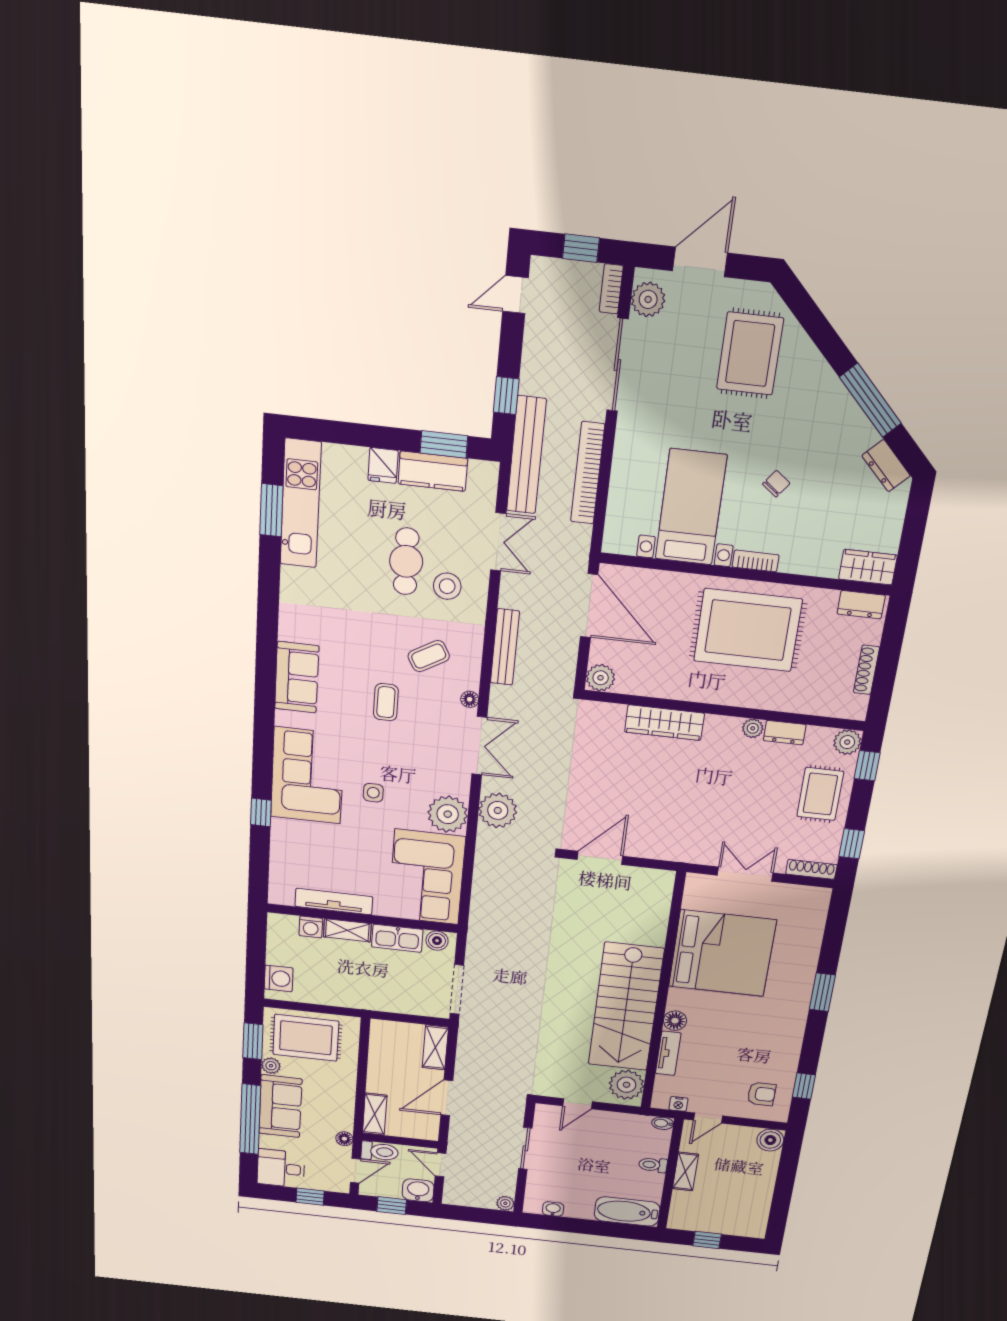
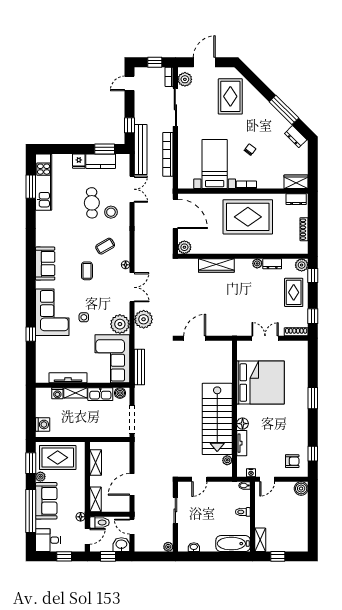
bench: (505, 647) -> (139, 367), moved
shelving: (435, 1047) -> (96, 462), moved
plant: (626, 1085) -> (227, 460), width x0.53, depth x0.53
shelving: (685, 1171) -> (260, 540), moved

